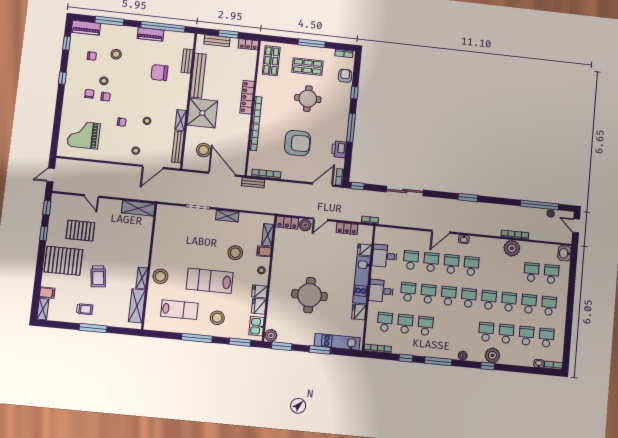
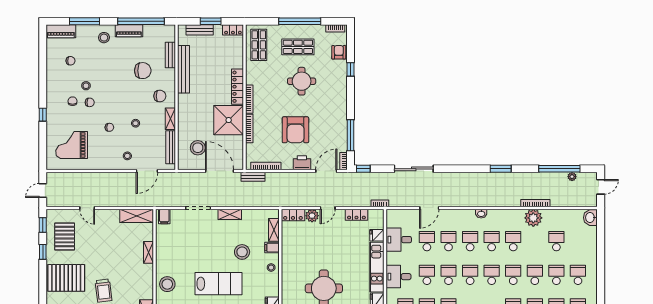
window: (67, 43) -> (43, 50), removed
window: (312, 43) -> (300, 21), width x1.46
stool: (116, 54) -> (104, 38), moved
chair: (159, 73) -> (143, 71), turned 180
window: (62, 78) -> (43, 115), moved
chair: (173, 98) -> (160, 96), added
shower: (202, 113) -> (229, 120), moved
window: (351, 128) -> (350, 135), moved
armchair: (297, 143) -> (295, 130), turned 90
printer: (339, 149) -> (302, 163), moved, turned 90
window: (468, 198) -> (501, 169), moved
filing cabinet: (165, 212) -> (164, 217), added
door: (576, 226) -> (601, 187), swing flipped
pallet: (80, 231) -> (65, 237), moved, turned 90
door: (441, 232) -> (429, 208), moved
school desk: (551, 274) -> (513, 241), moved
shelving: (142, 278) -> (148, 252), moved
lab bench: (210, 281) -> (219, 284), turned 180
fridge: (260, 291) -> (271, 290), removed

